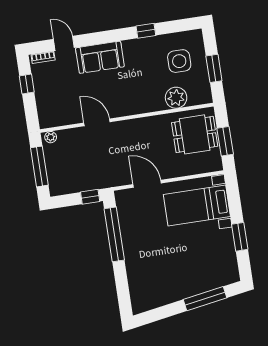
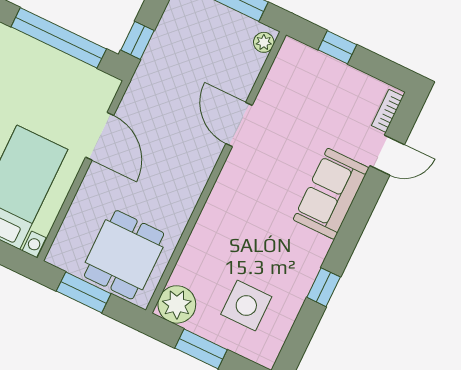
window: (27, 84) -> (337, 47), moved
plant: (176, 98) -> (177, 304), moved
door: (97, 122) -> (239, 125), swing flipped
door: (147, 184) -> (100, 136), hinge flipped

